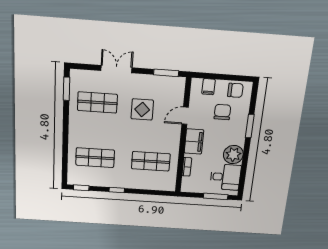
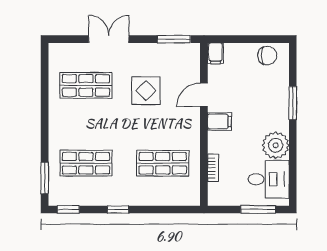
filing cabinet: (209, 87) -> (215, 53), moved
window: (66, 89) -> (45, 178), moved
chair: (222, 112) -> (253, 86), removed
filing cabinet: (194, 142) -> (219, 121), width x0.50

